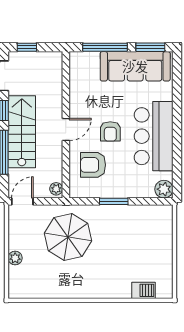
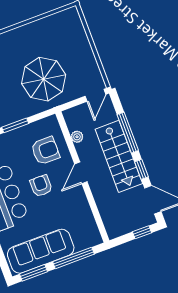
plant: (56, 189) -> (77, 137), moved
plant: (15, 258) -> (83, 43), removed

